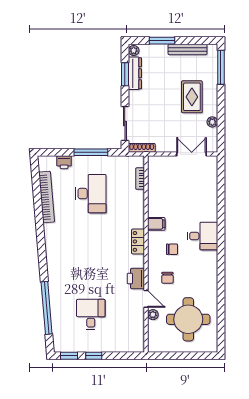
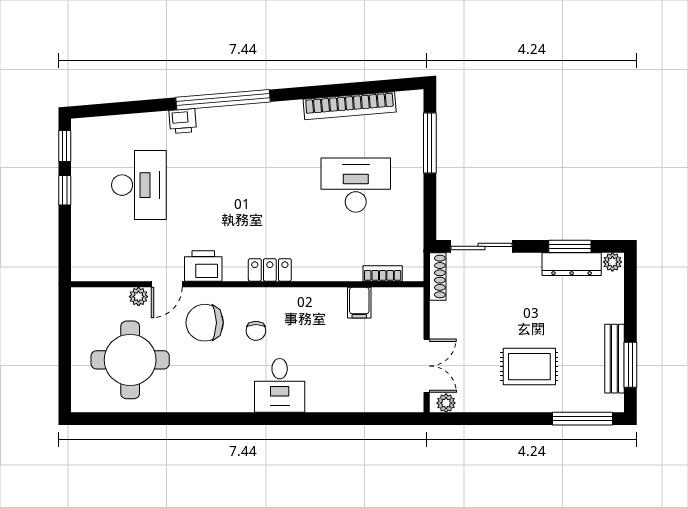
window: (162, 41) -> (630, 365), moved
plant: (212, 122) -> (446, 403), moved
window: (91, 152) -> (430, 143), moved
printer: (64, 162) -> (183, 121), moved, turned -95
desk: (91, 194) -> (356, 185), turned 180
filing cabinet: (156, 224) -> (359, 303), moved
chair: (167, 278) -> (205, 323), width x1.87, depth x1.87
window: (47, 308) -> (223, 100), moved
desk: (91, 314) -> (139, 185), width x1.37

